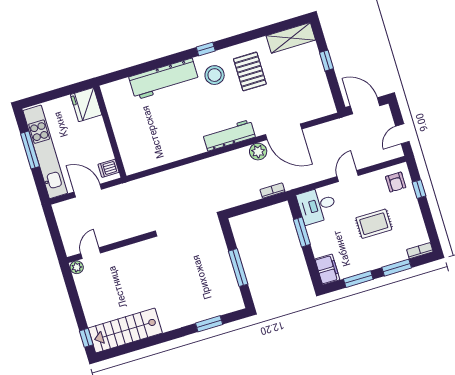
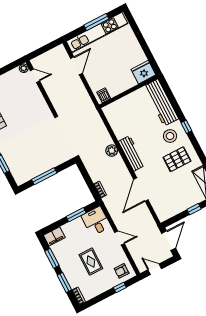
fridge: (86, 105) -> (143, 72), moved
wall: (110, 132) -> (128, 92), moved
plant: (258, 152) -> (112, 151), moved
dishwasher: (108, 168) -> (104, 95), moved

